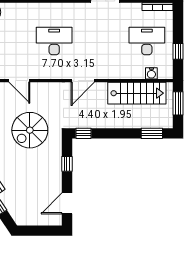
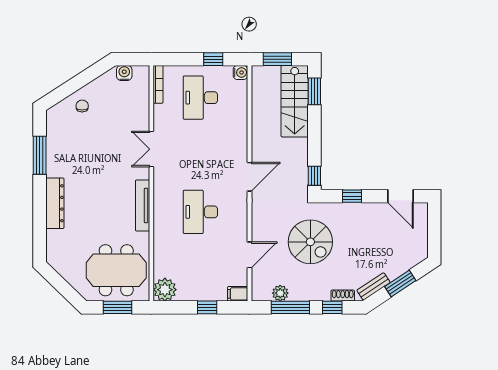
water cooler: (151, 73) -> (240, 72), moved
door: (83, 81) -> (249, 177), hinge flipped
stairs: (137, 93) -> (295, 101), moved, turned 180

